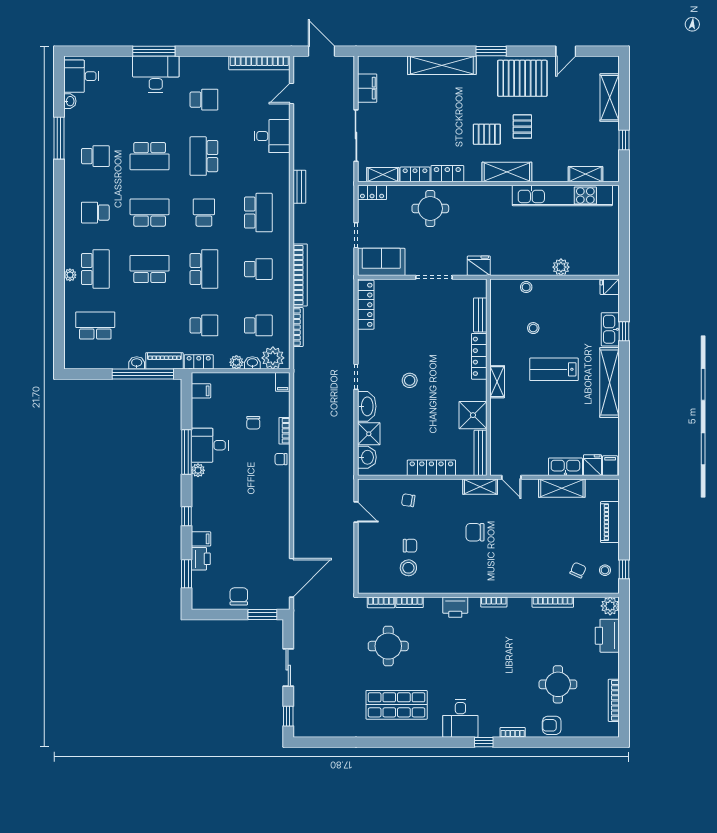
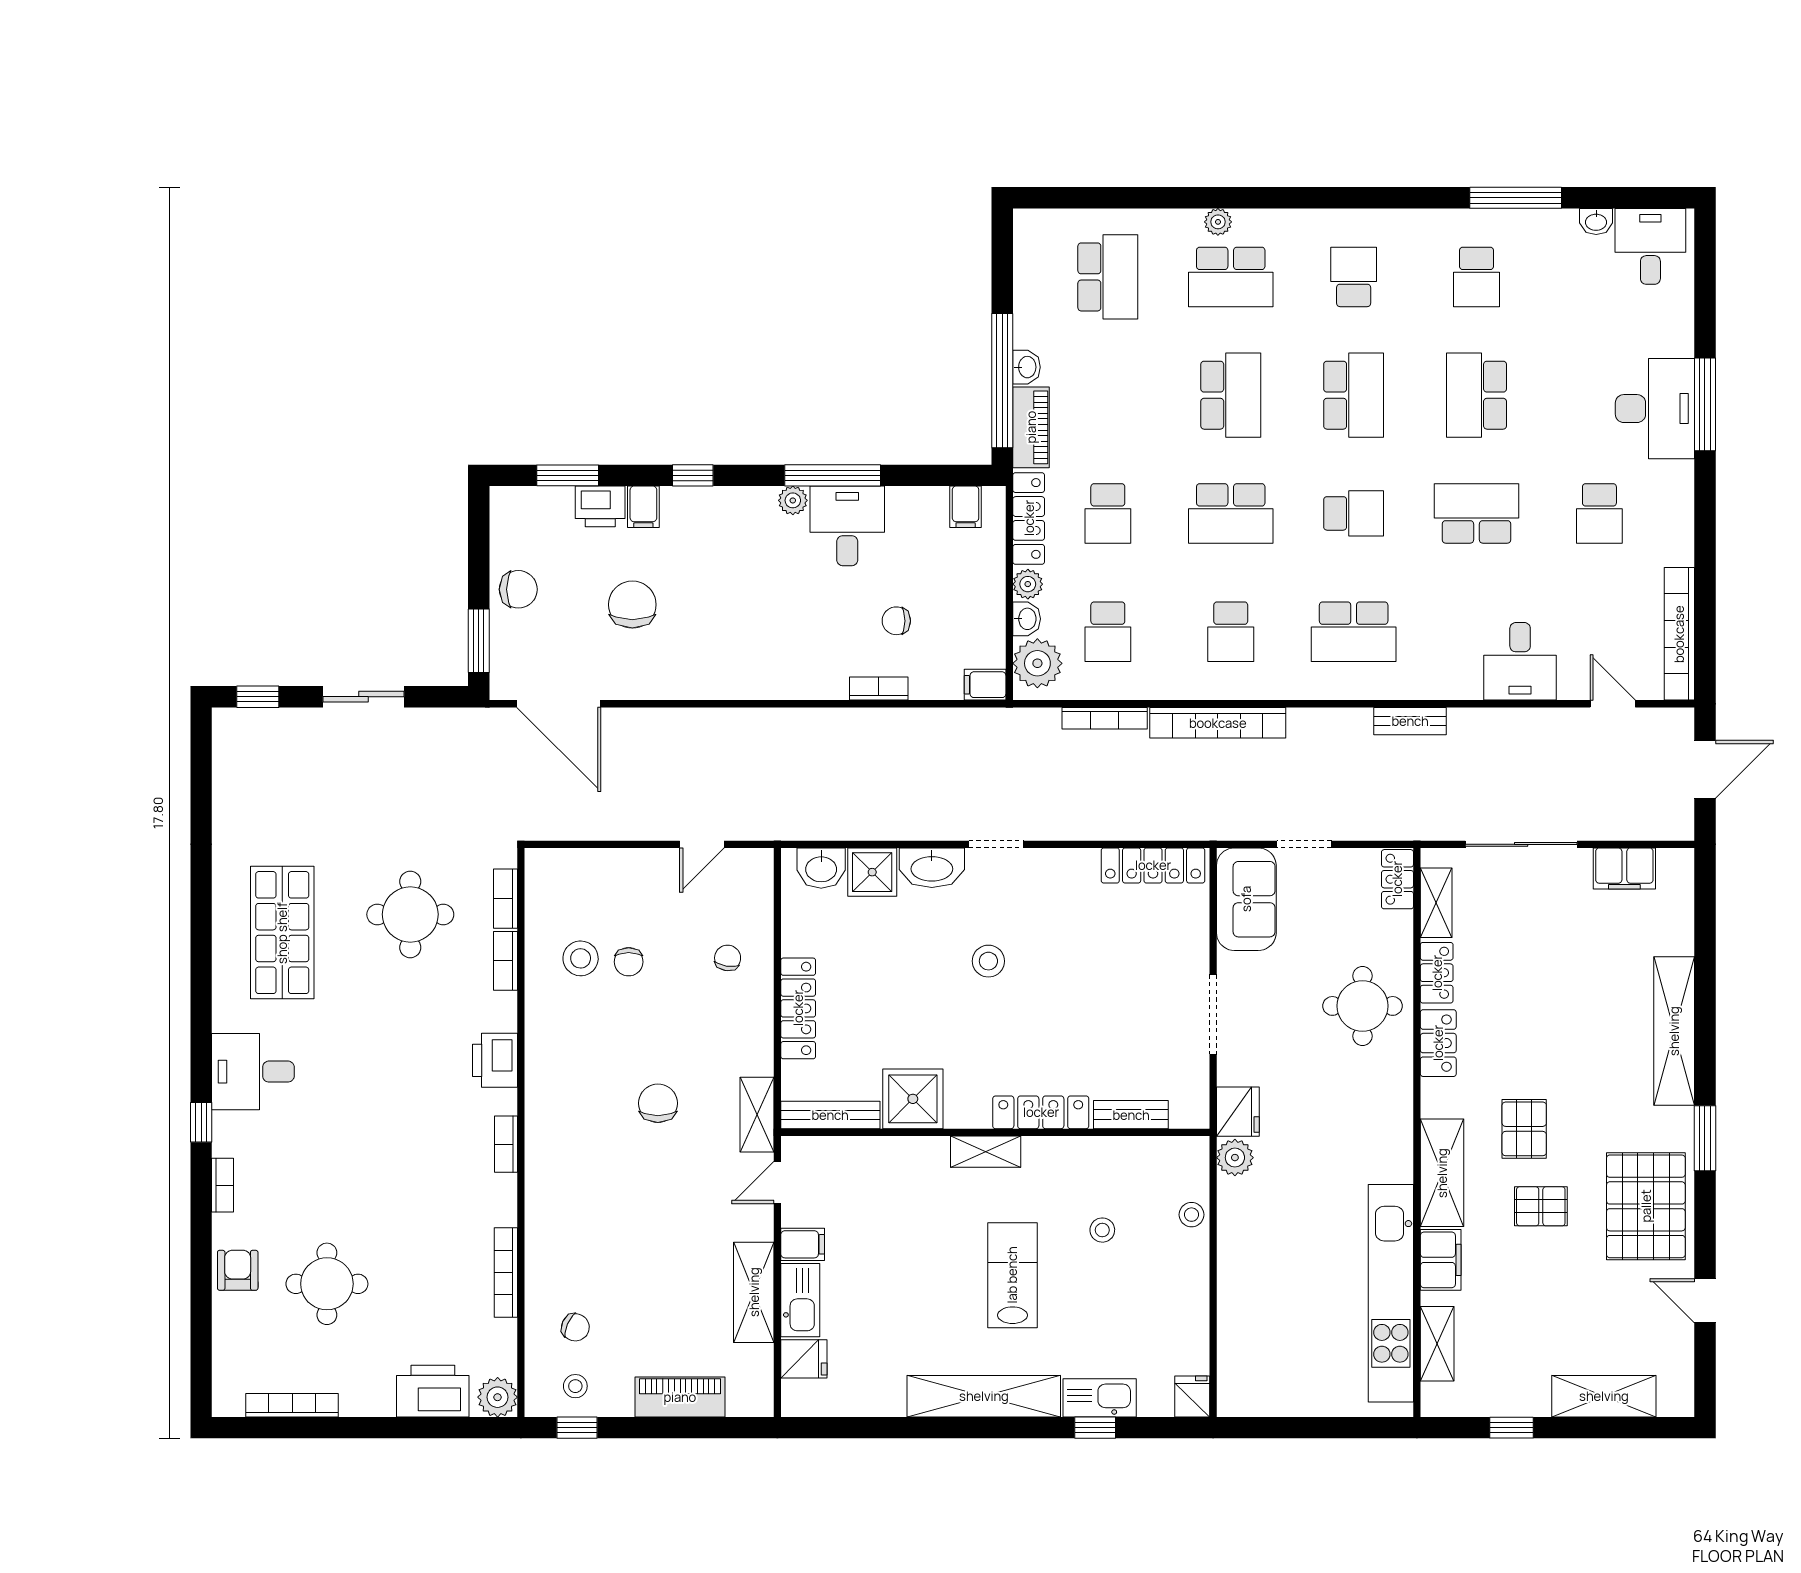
filing cabinet: (547, 173) -> (1441, 1260), added
plant: (561, 267) -> (1235, 1158), moved
locker: (199, 362) -> (1029, 518), width x1.53
chair: (281, 459) -> (632, 605), moved, width x1.87, depth x1.87
filing cabinet: (610, 466) -> (803, 1244), moved

